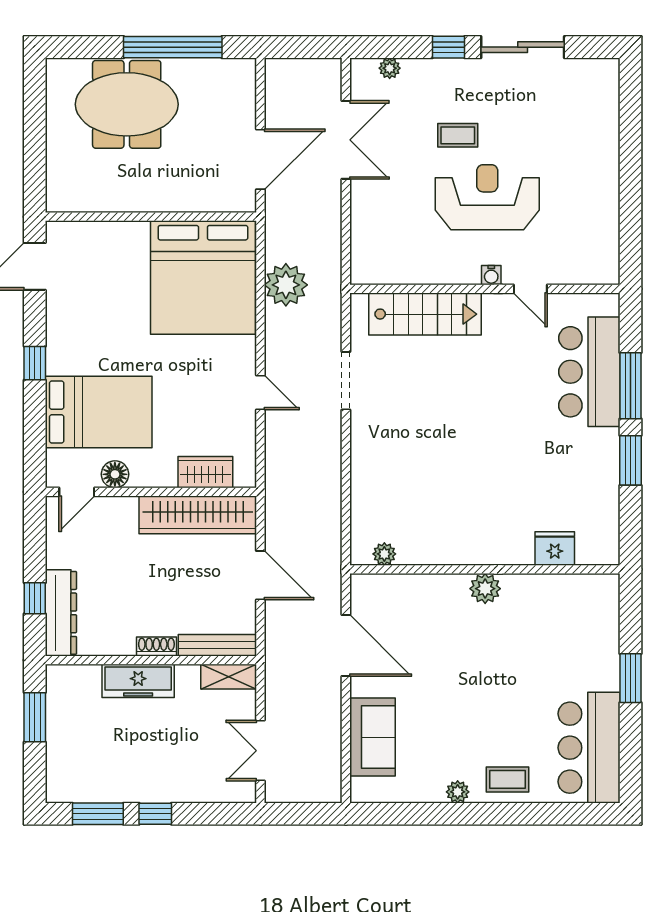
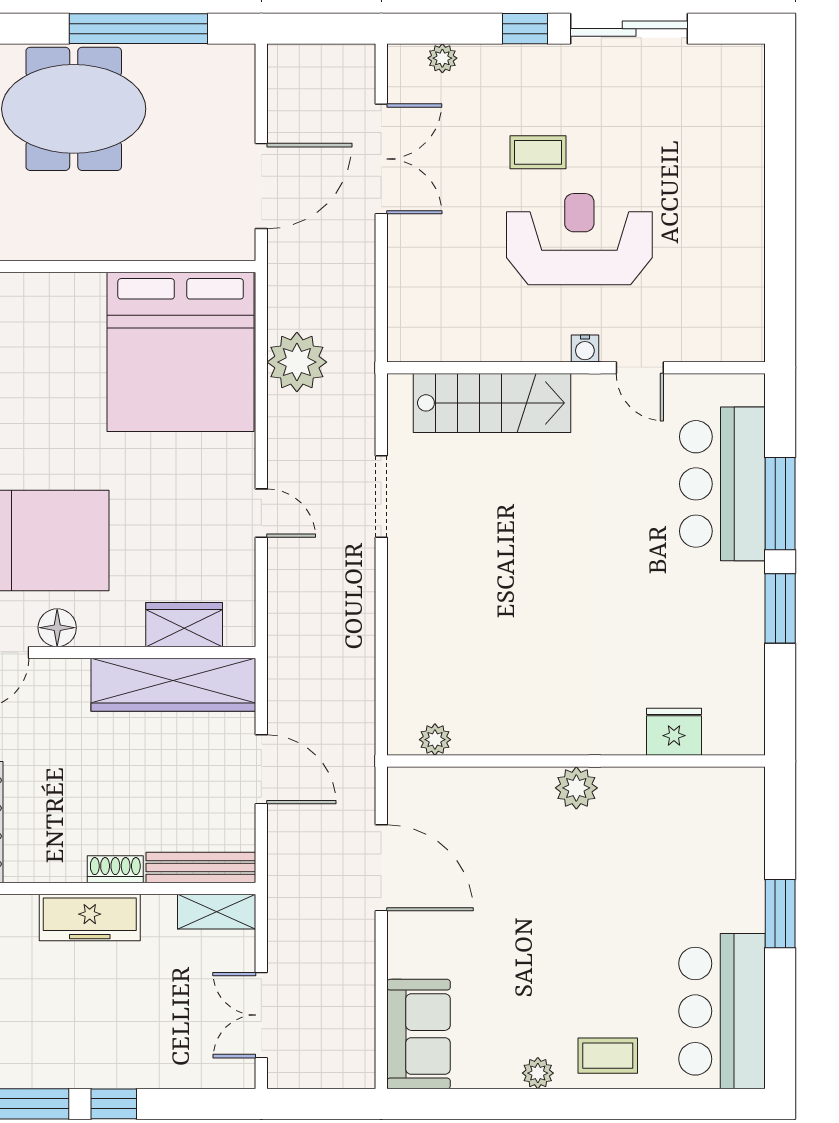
sofa: (373, 737) -> (419, 1034), moved

